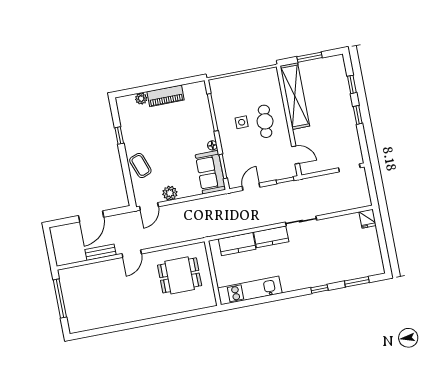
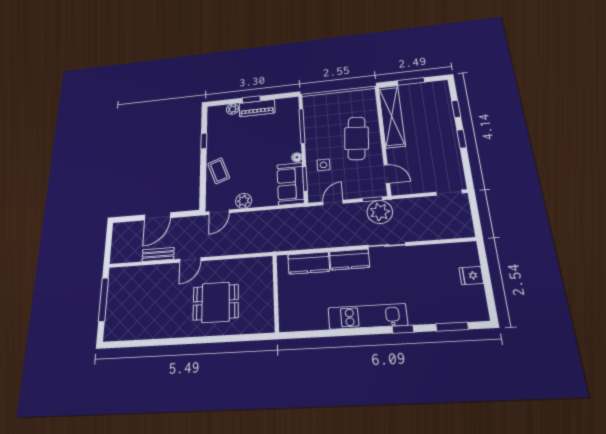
window: (158, 86) -> (251, 99), added
cafe table: (265, 121) -> (357, 138), width x1.37, depth x1.35
side table: (242, 122) -> (323, 165), moved
plant: (292, 191) -> (380, 212), added
fridge: (367, 219) -> (471, 275), moved, turned 90
dining table: (180, 275) -> (216, 302), moved
kitchen unit: (250, 291) -> (367, 316), moved

